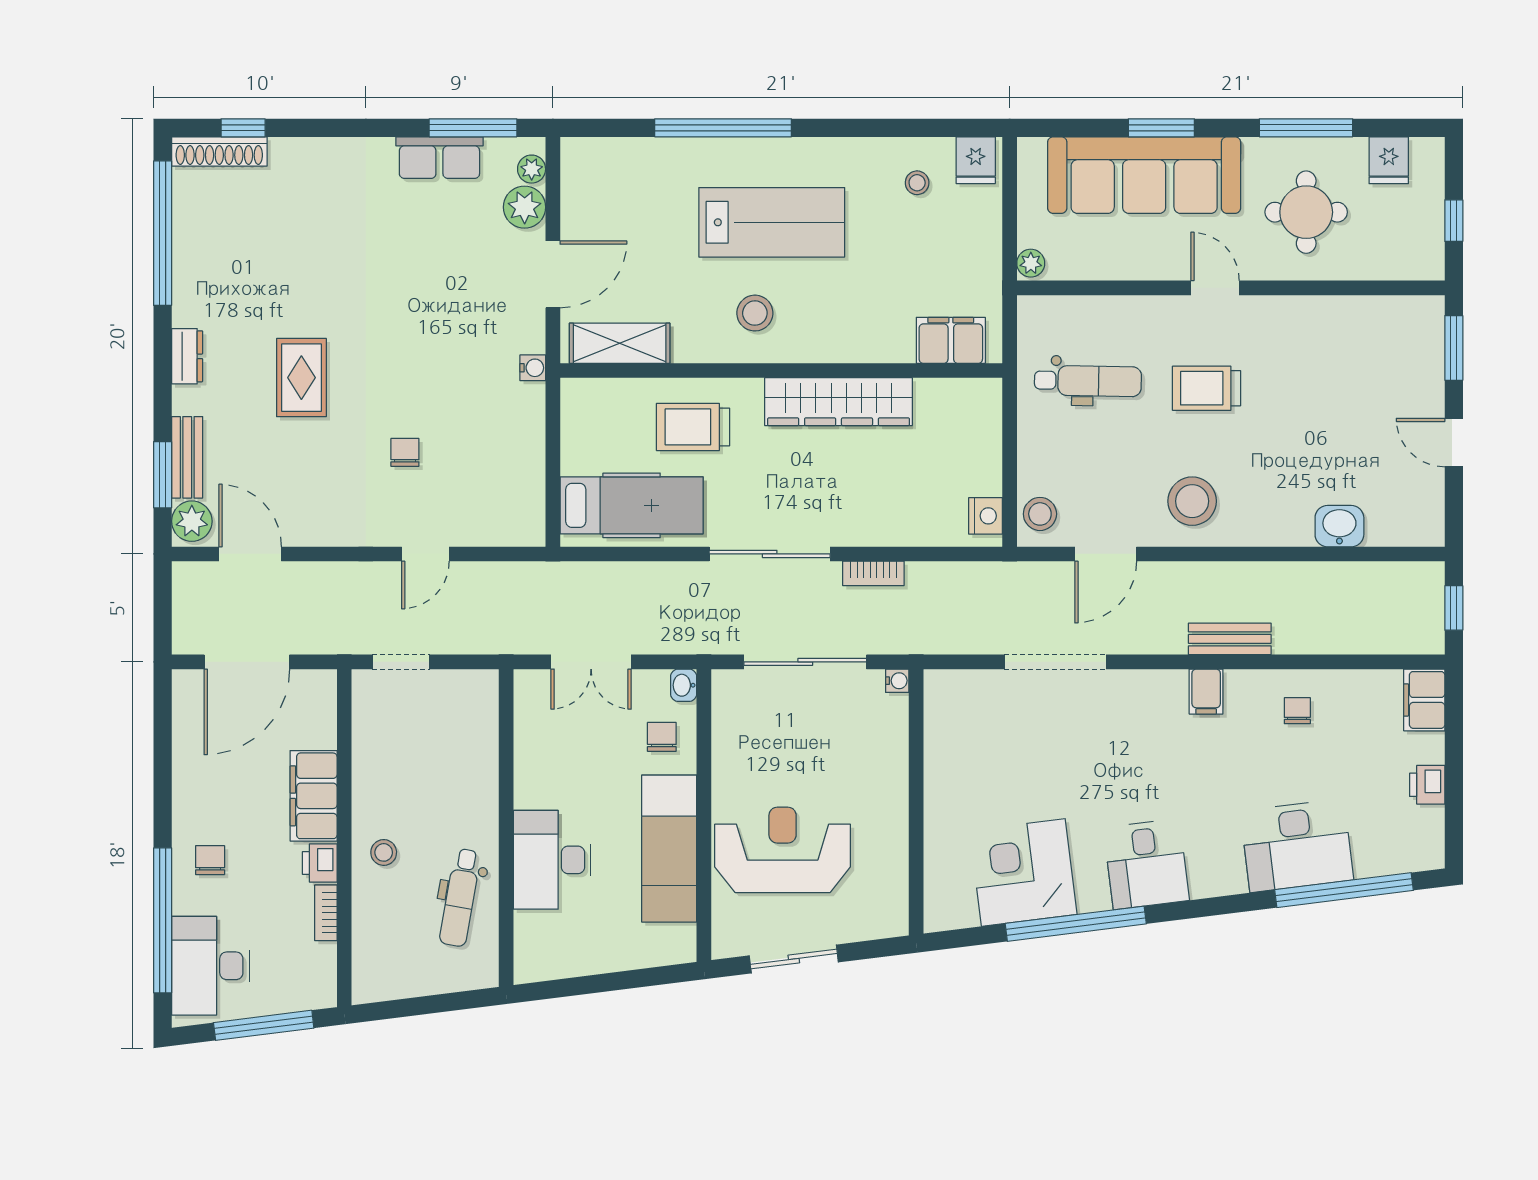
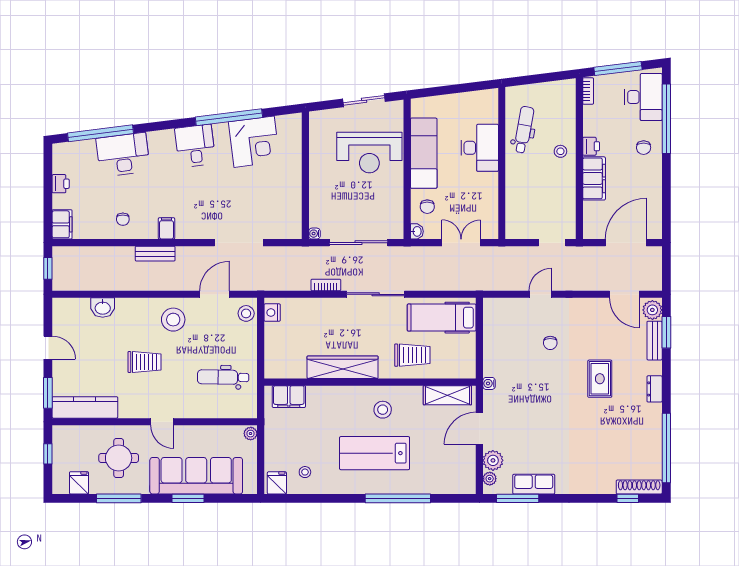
kitchen counter: (1377, 318) -> (85, 407), added
trolley: (1206, 388) -> (144, 362), moved
bookcase: (326, 913) -> (588, 91), moved

